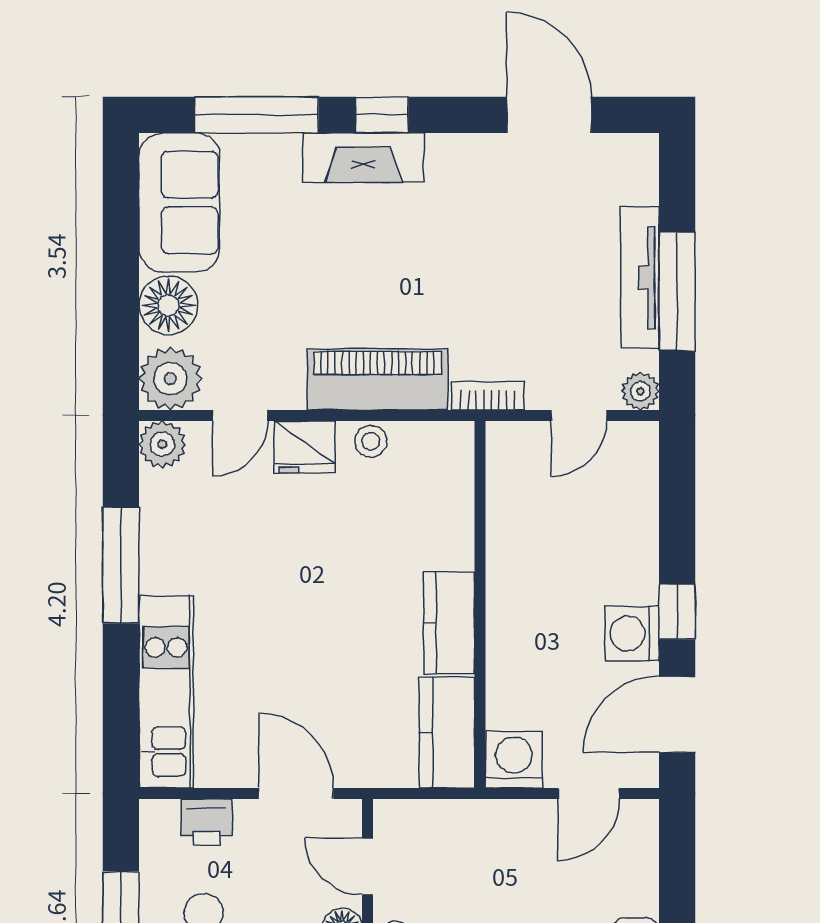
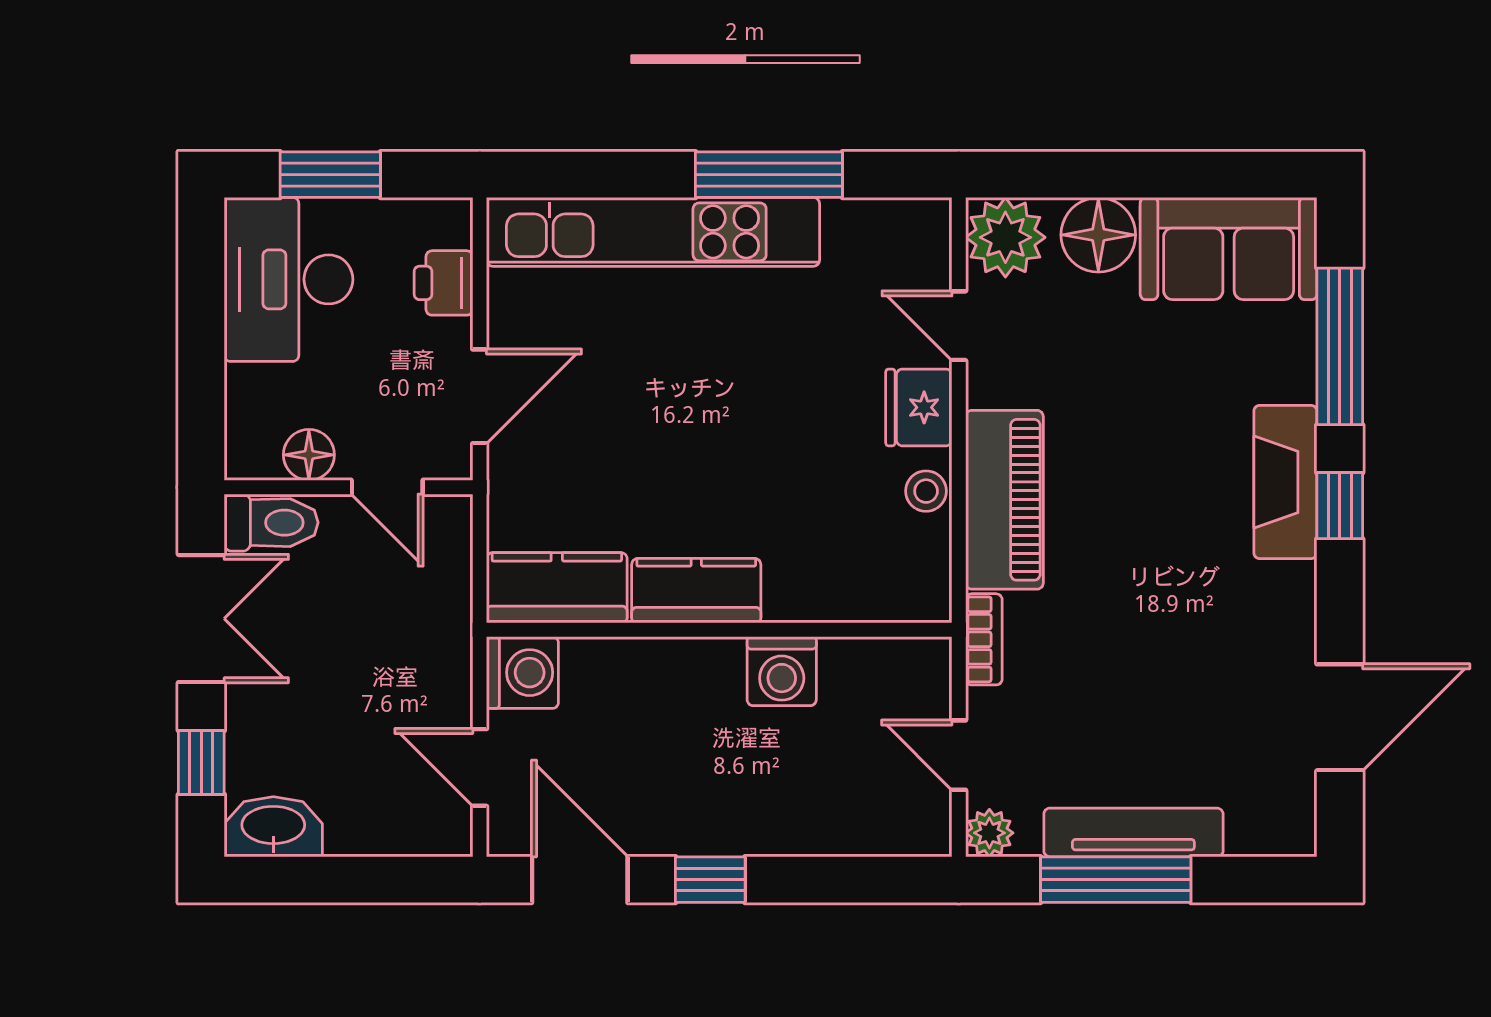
plant: (162, 444) -> (922, 227), removed
washing machine: (632, 633) -> (782, 671), moved, turned 180
kitchen unit: (166, 692) -> (653, 232), width x1.36
door: (368, 866) -> (387, 487), swing flipped

